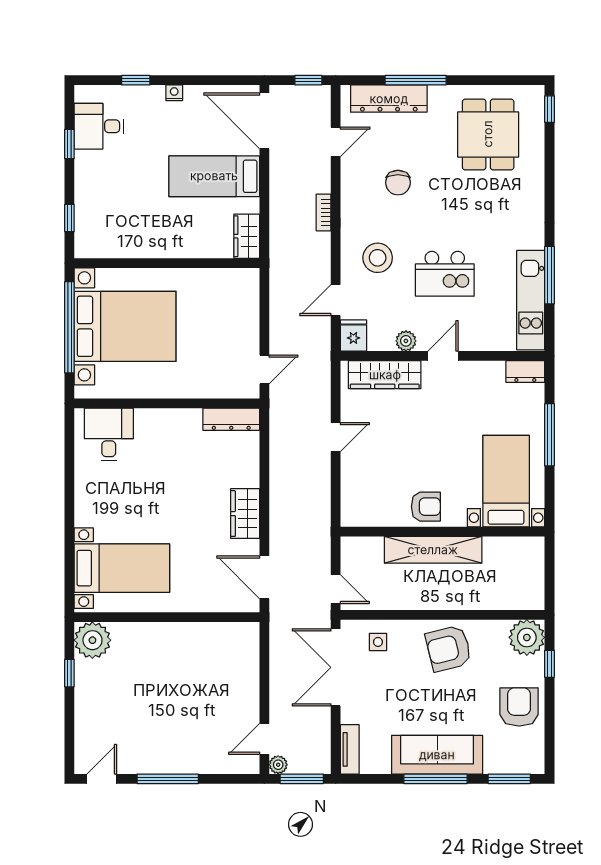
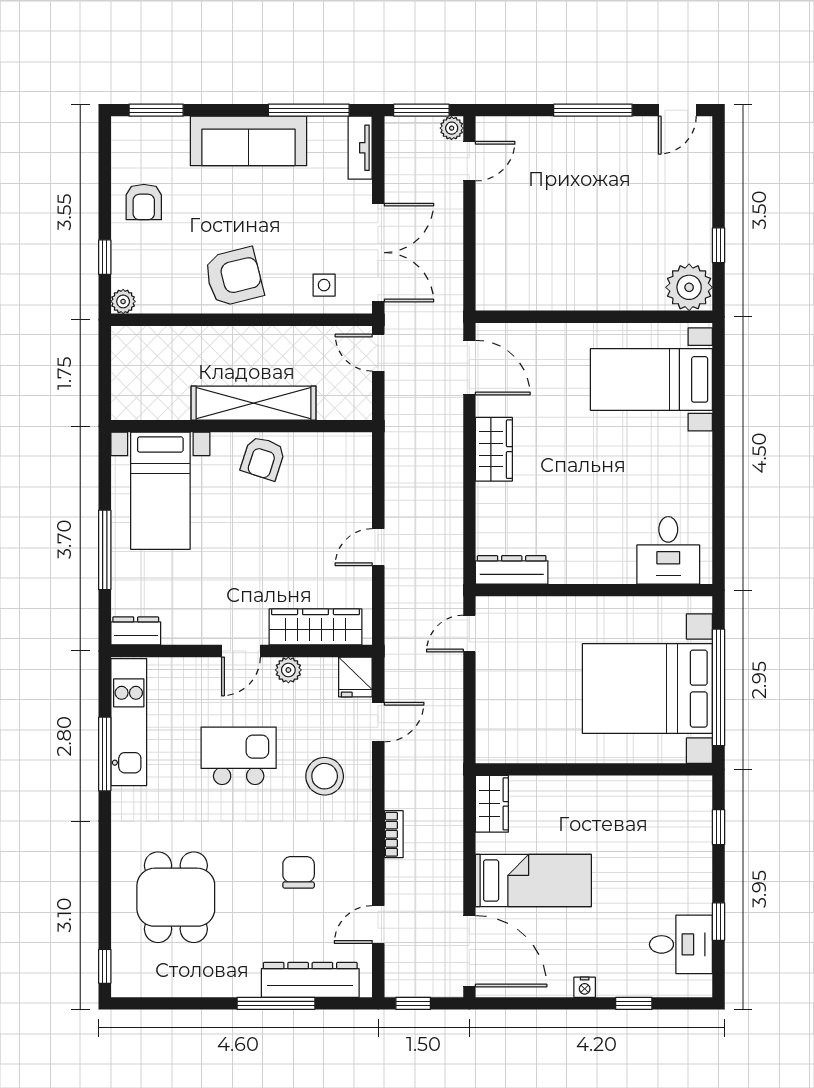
dining table: (488, 134) -> (176, 897), moved
armchair: (426, 507) -> (263, 458), turned -72
plant: (527, 637) -> (123, 301), width x0.53, depth x0.53
armchair: (519, 707) -> (144, 202), width x0.72, depth x0.72
window: (436, 779) -> (309, 110), moved

